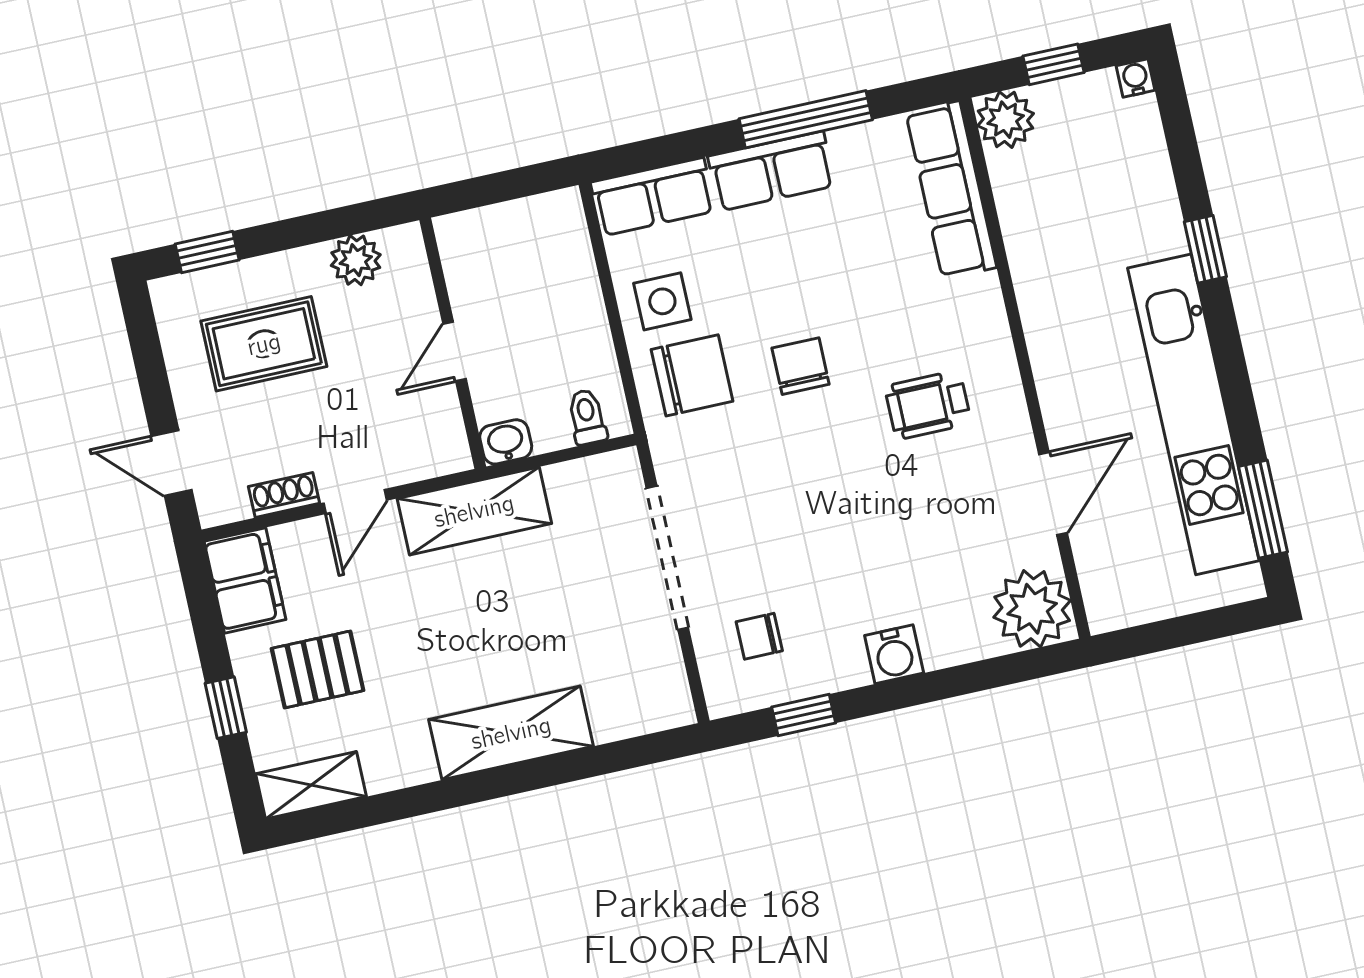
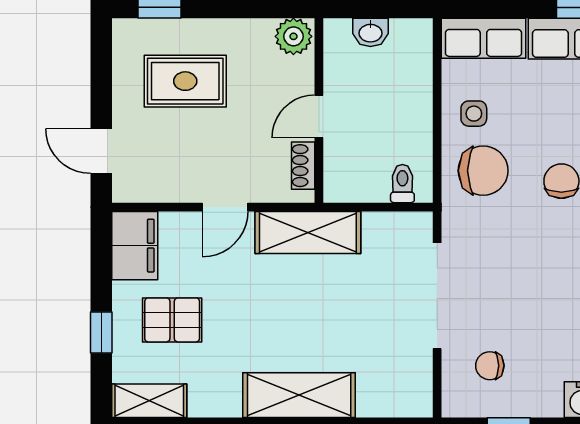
plant: (356, 260) -> (293, 36), moved
side table: (662, 301) -> (474, 114), width x0.73, depth x0.73
washbasin: (506, 442) -> (370, 32), moved, turned 180
shoe rack: (284, 495) -> (303, 166), moved, turned -90

